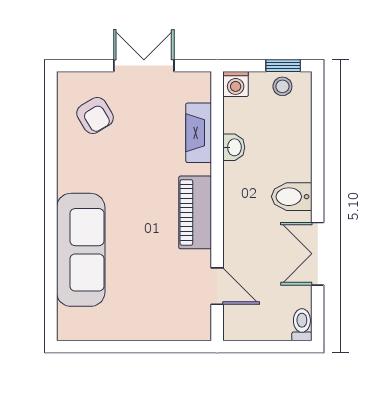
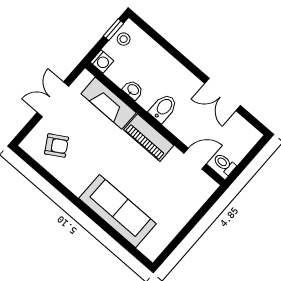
fireplace: (199, 133) -> (109, 103), width x1.37, depth x1.32
bidet: (292, 197) -> (163, 108), moved, turned 180
toilet: (302, 325) -> (224, 164), moved

